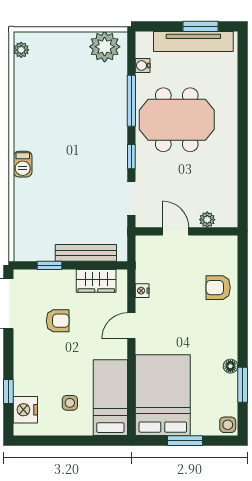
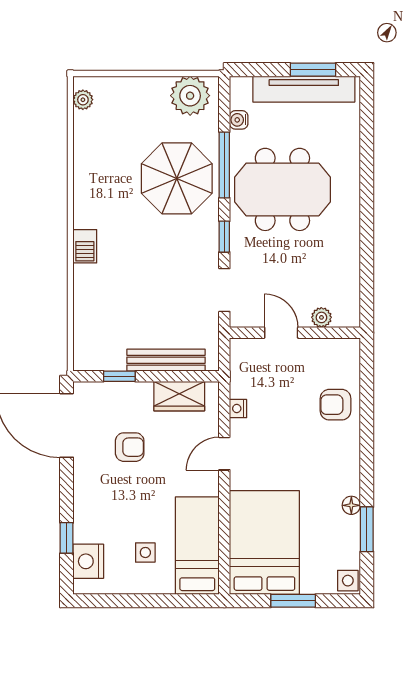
parasol: (94, 111) -> (177, 178), added

